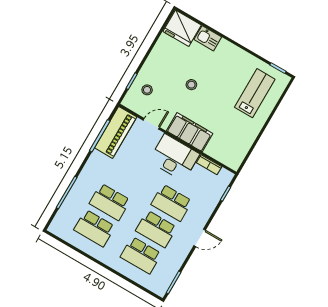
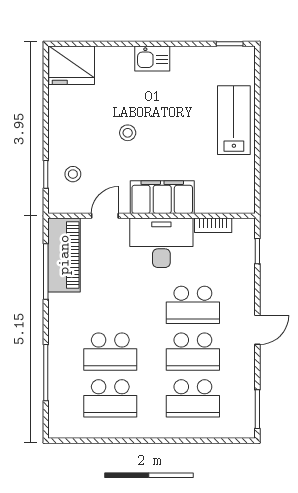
kitchen sink: (208, 38) -> (152, 59), moved
lab bench: (255, 93) -> (234, 120), moved

